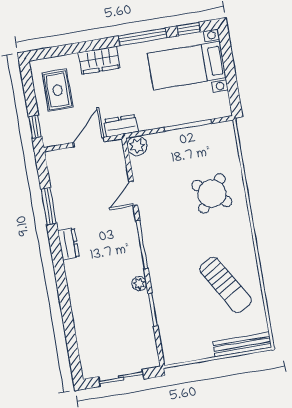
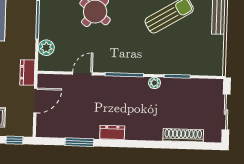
door: (89, 142) -> (35, 101), swing flipped
plant: (137, 146) -> (46, 48), moved
door: (133, 193) -> (82, 73), swing flipped
shoe rack: (82, 331) -> (183, 135), added

